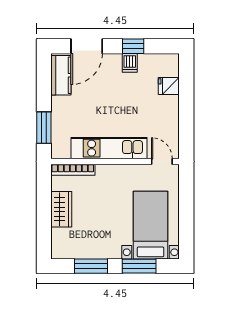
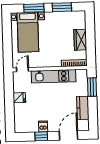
kitchen counter: (61, 75) -> (83, 108), moved
fridge: (169, 86) -> (19, 98), moved
door: (162, 161) -> (22, 70), swing flipped

